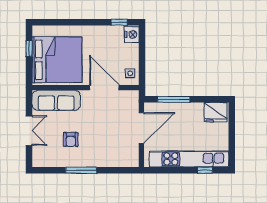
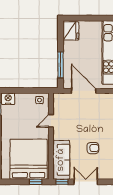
window: (29, 49) -> (36, 182), moved
door: (104, 88) -> (51, 121), width x0.53
window: (29, 101) -> (62, 182), added

